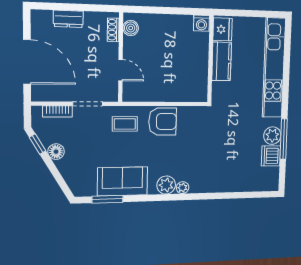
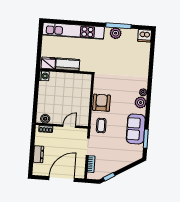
floor lamp: (56, 152) -> (114, 167), removed
dishwasher: (271, 156) -> (145, 36), moved

